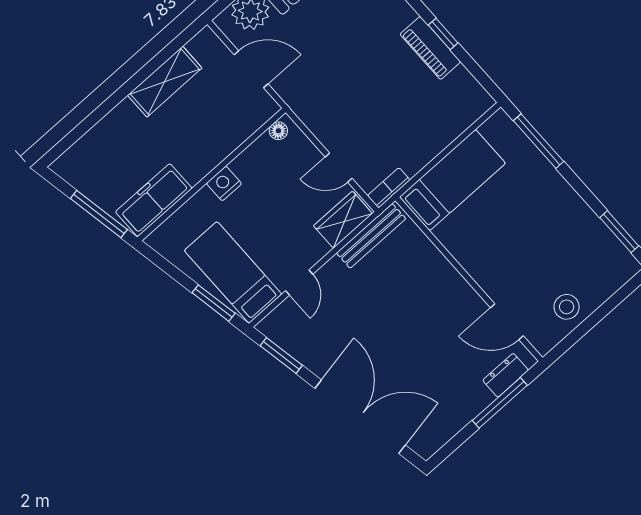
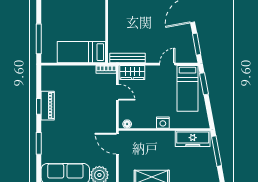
door: (251, 69) -> (117, 144), moved

